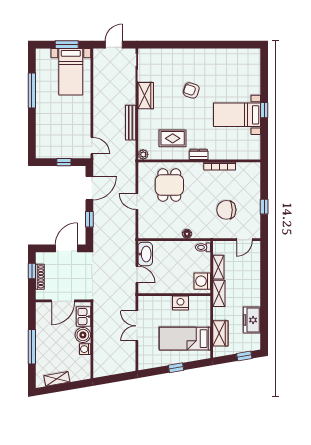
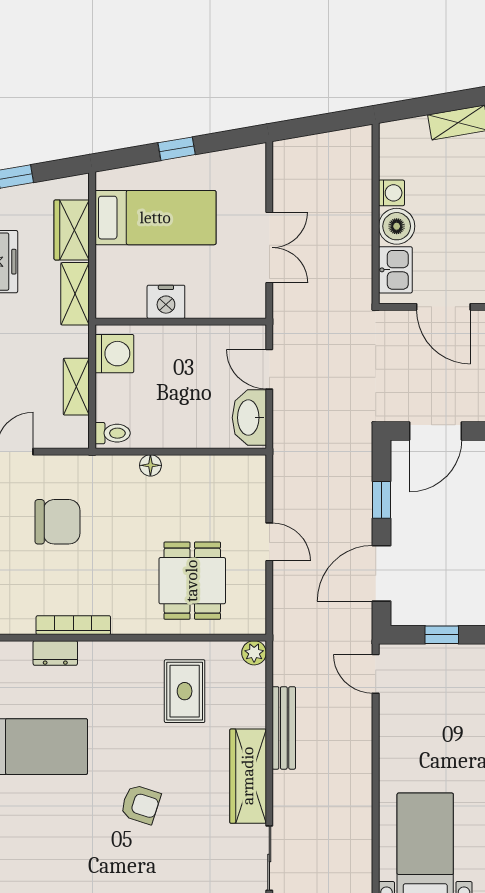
wardrobe: (146, 96) -> (248, 776), width x1.50
rug: (173, 138) -> (185, 691), turned 90
dresser: (199, 154) -> (55, 653), moved
shelving: (219, 293) -> (75, 294), moved
door: (63, 301) -> (443, 307), swing flipped

